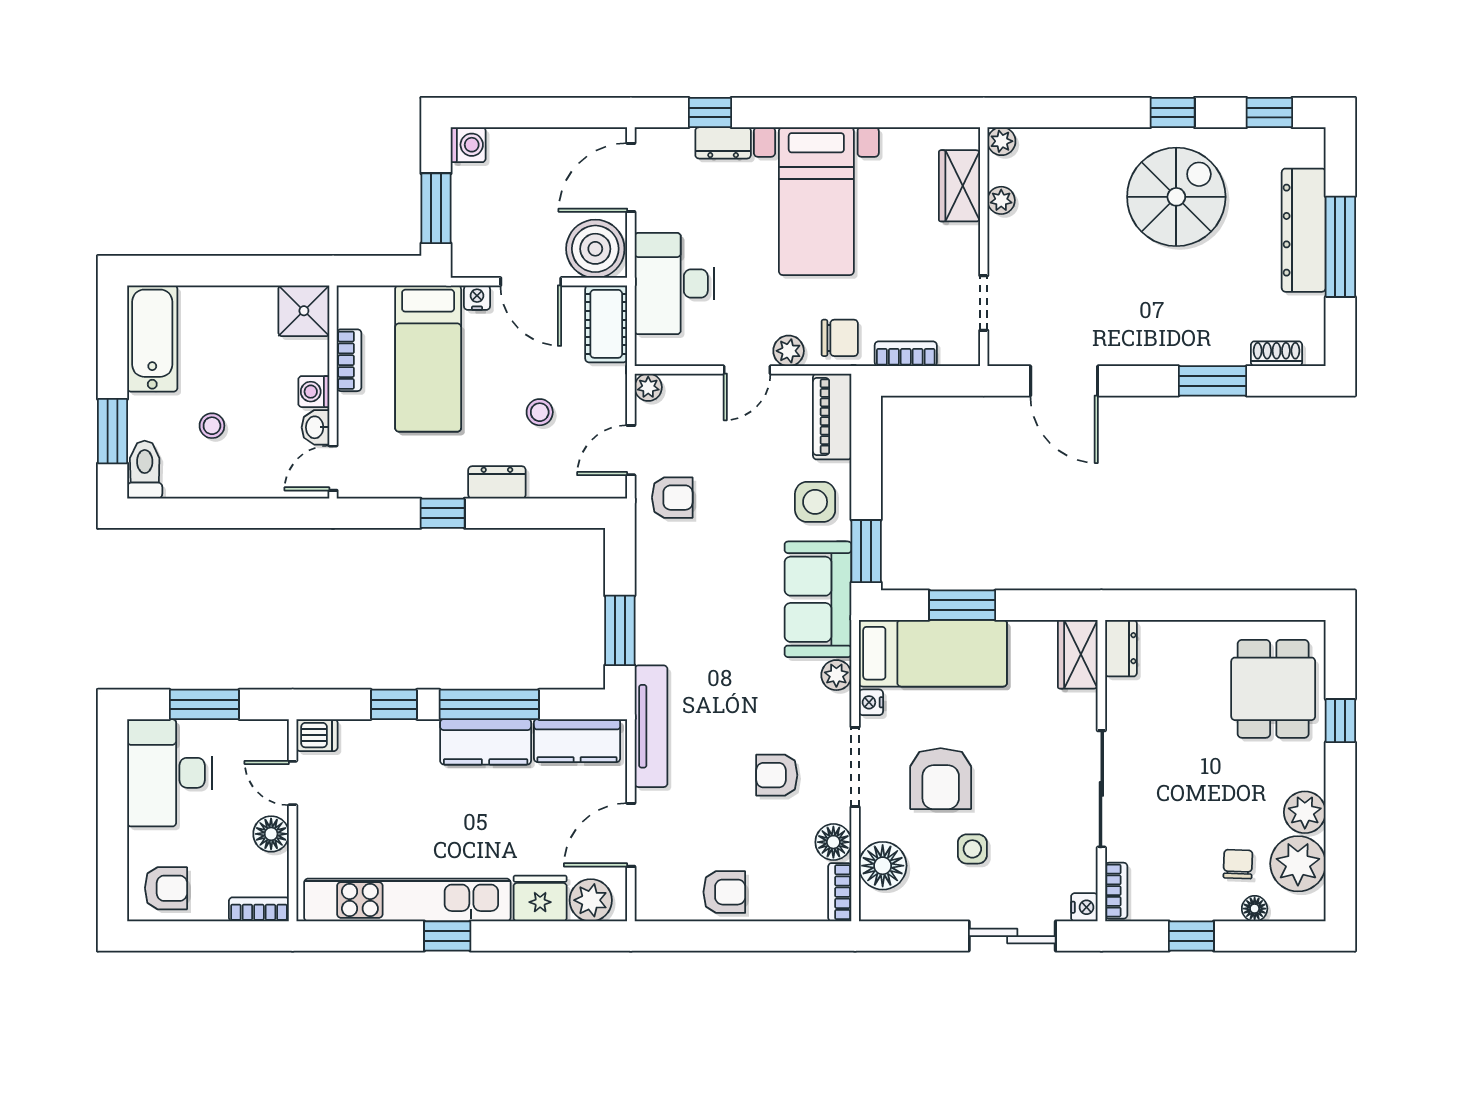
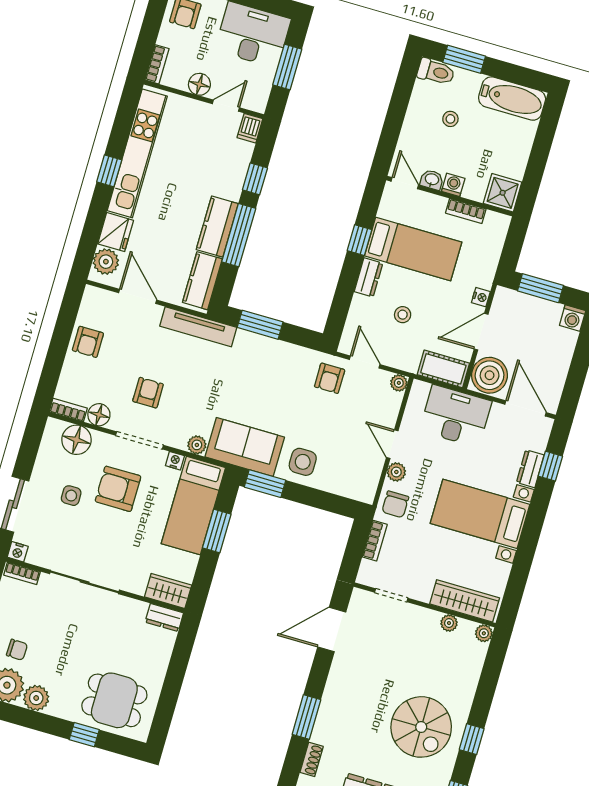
wardrobe: (959, 186) -> (465, 601), width x1.50
bed: (428, 358) -> (413, 249), moved, turned 180
piano: (832, 416) -> (350, 487), removed

